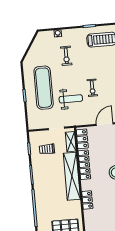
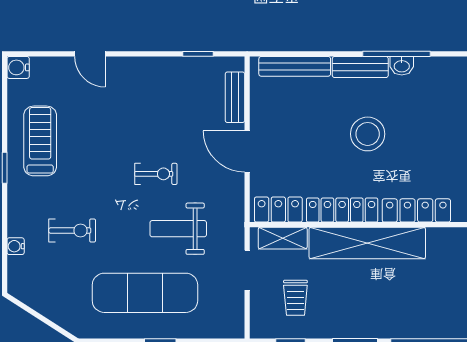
weight bench: (71, 99) -> (178, 229), turned -90
locker: (87, 200) -> (416, 210), width x1.53

